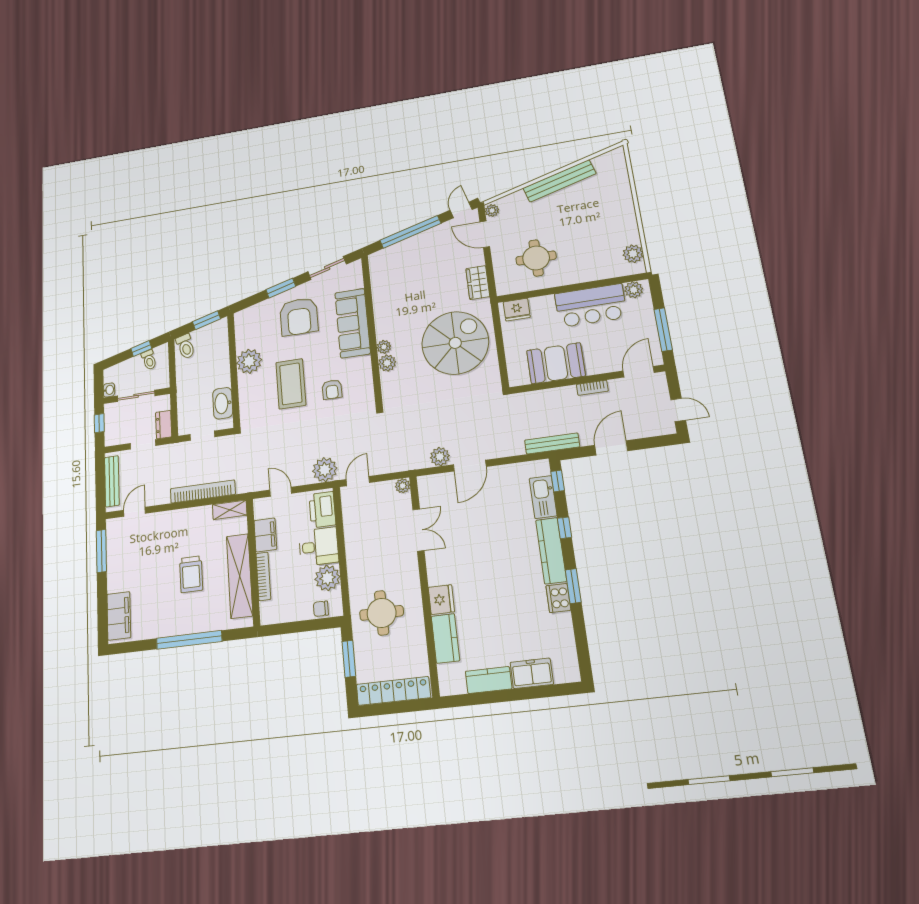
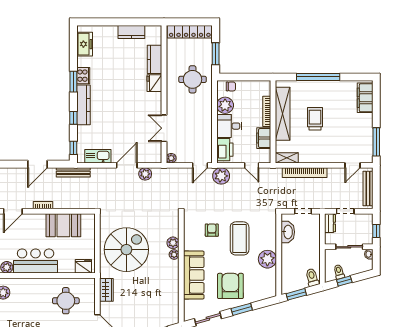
spiral stairs: (455, 343) -> (126, 250), turned 180
kitchen sink: (543, 497) -> (98, 156), moved, turned -90
freezer: (532, 673) -> (85, 44), moved, turned -90

